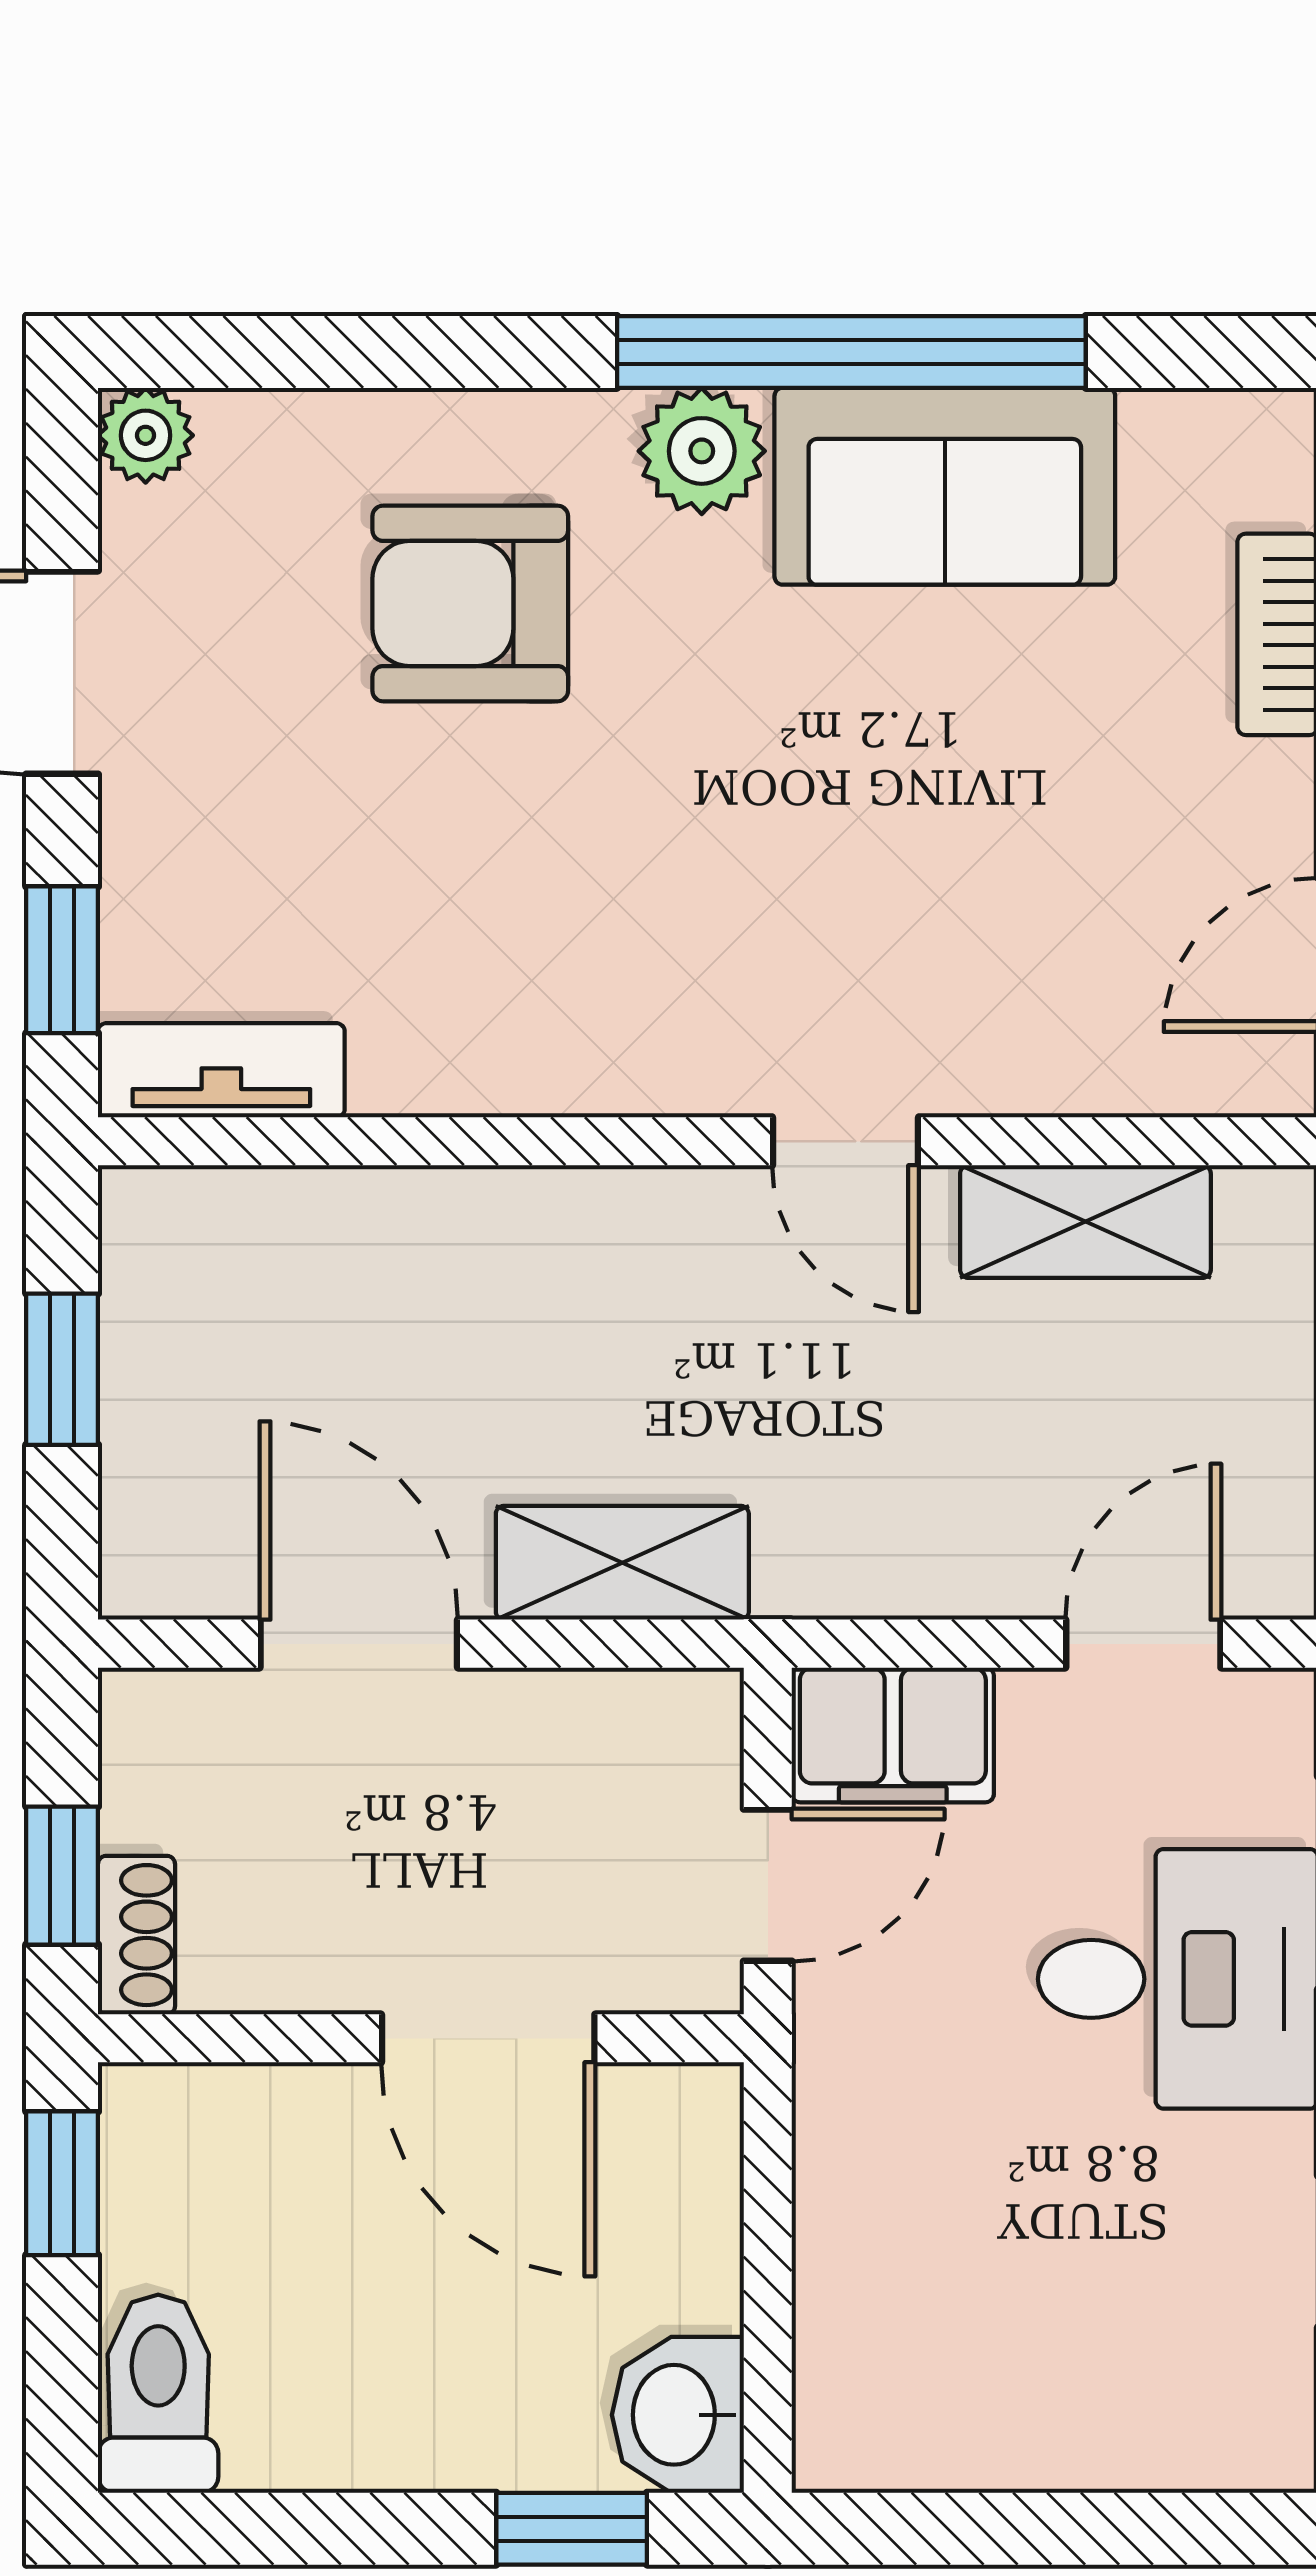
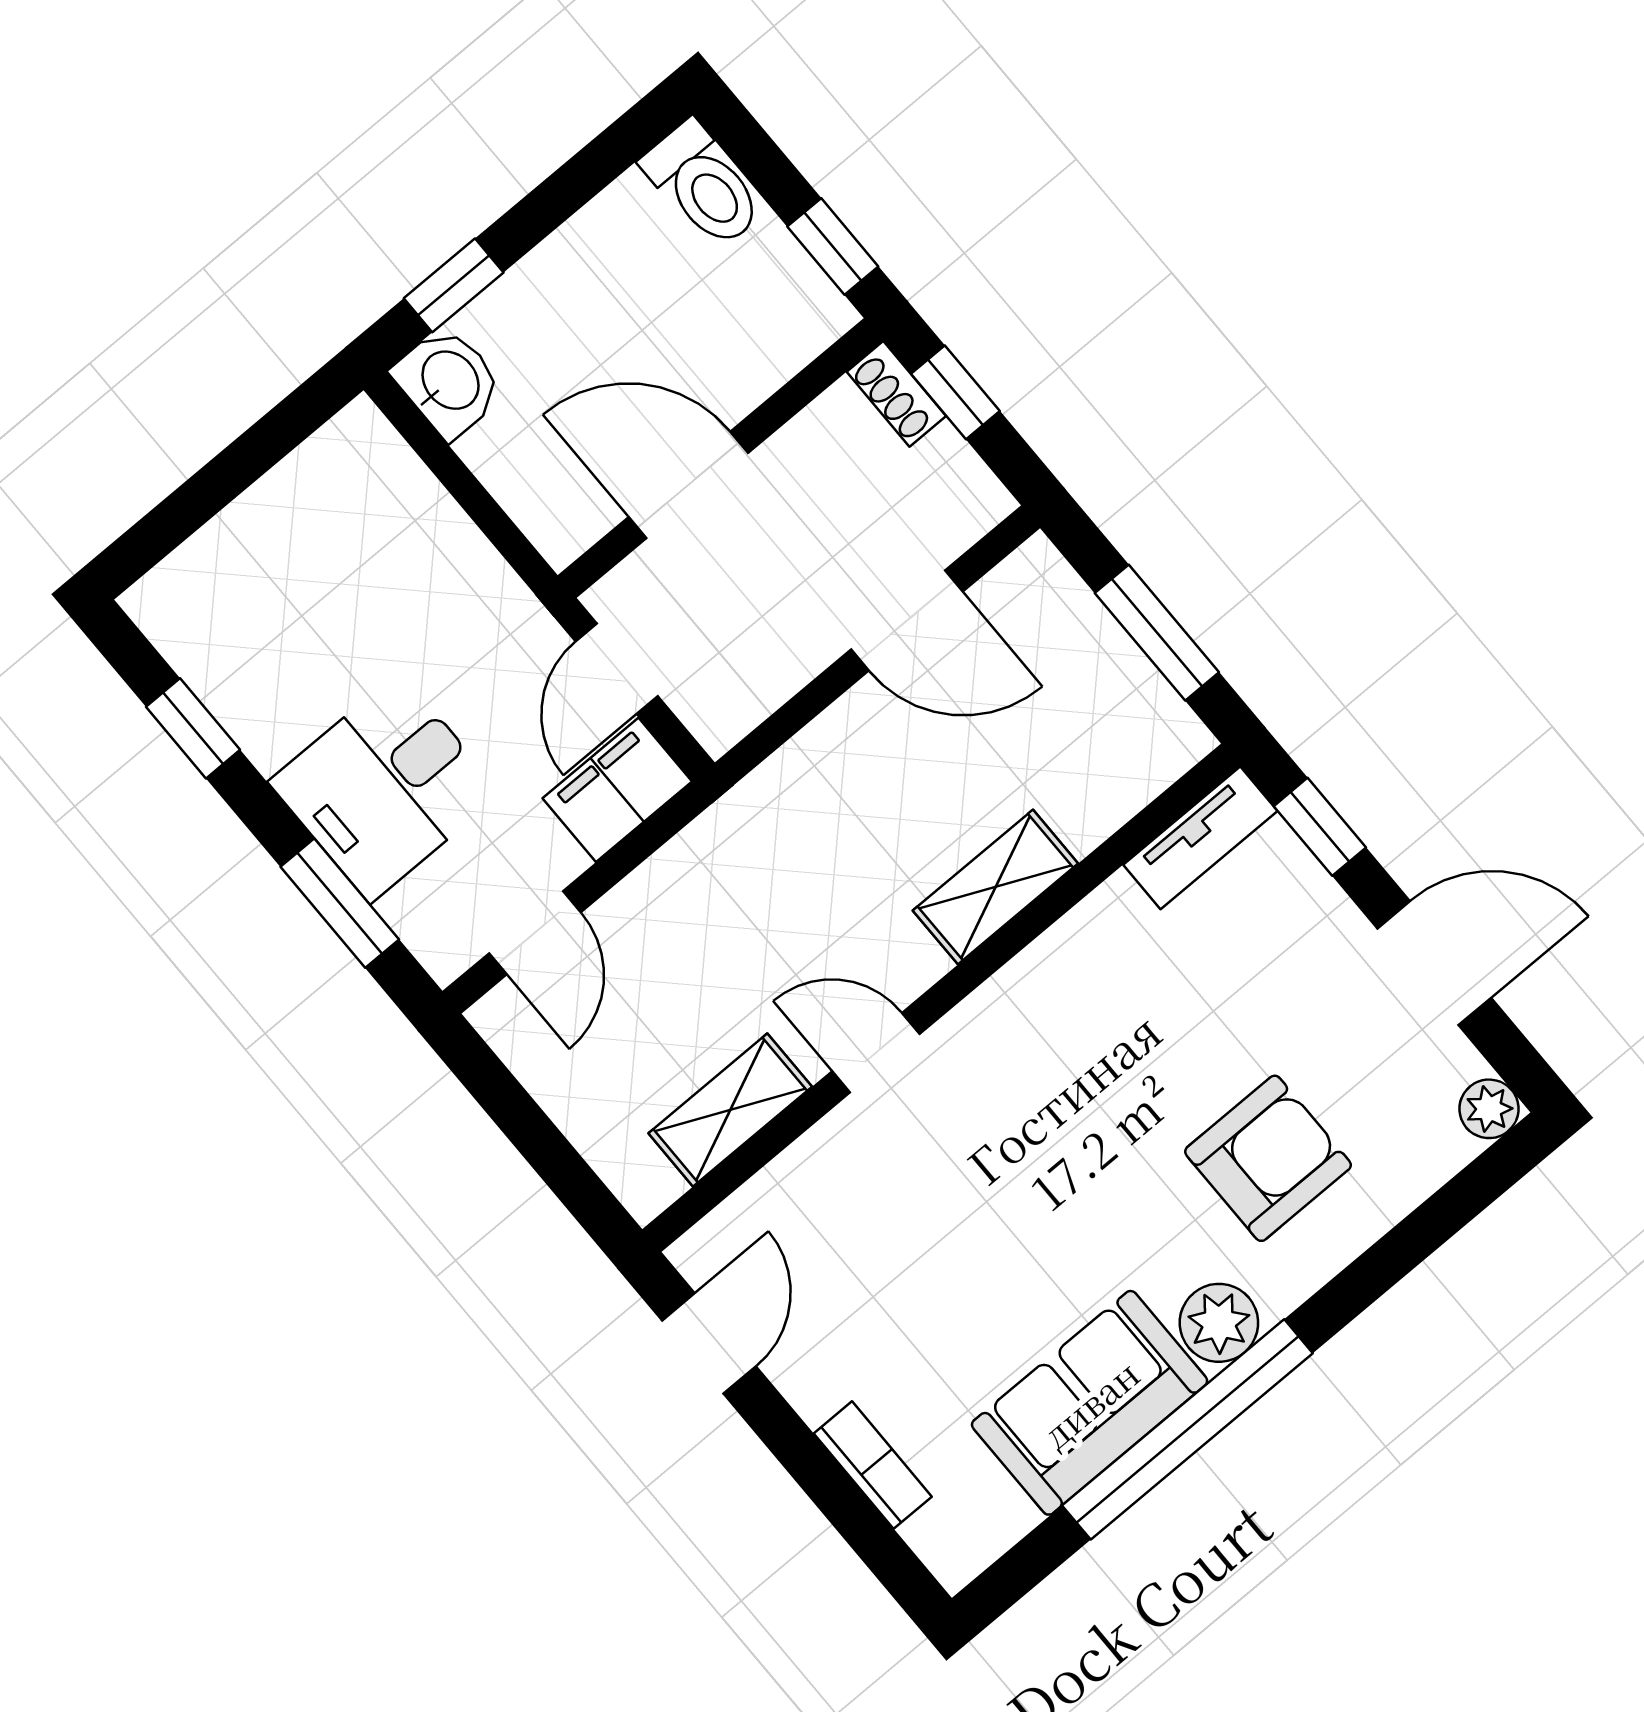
window: (62, 1369) -> (1157, 633), width x1.50
shelving: (622, 1563) -> (995, 887), moved

